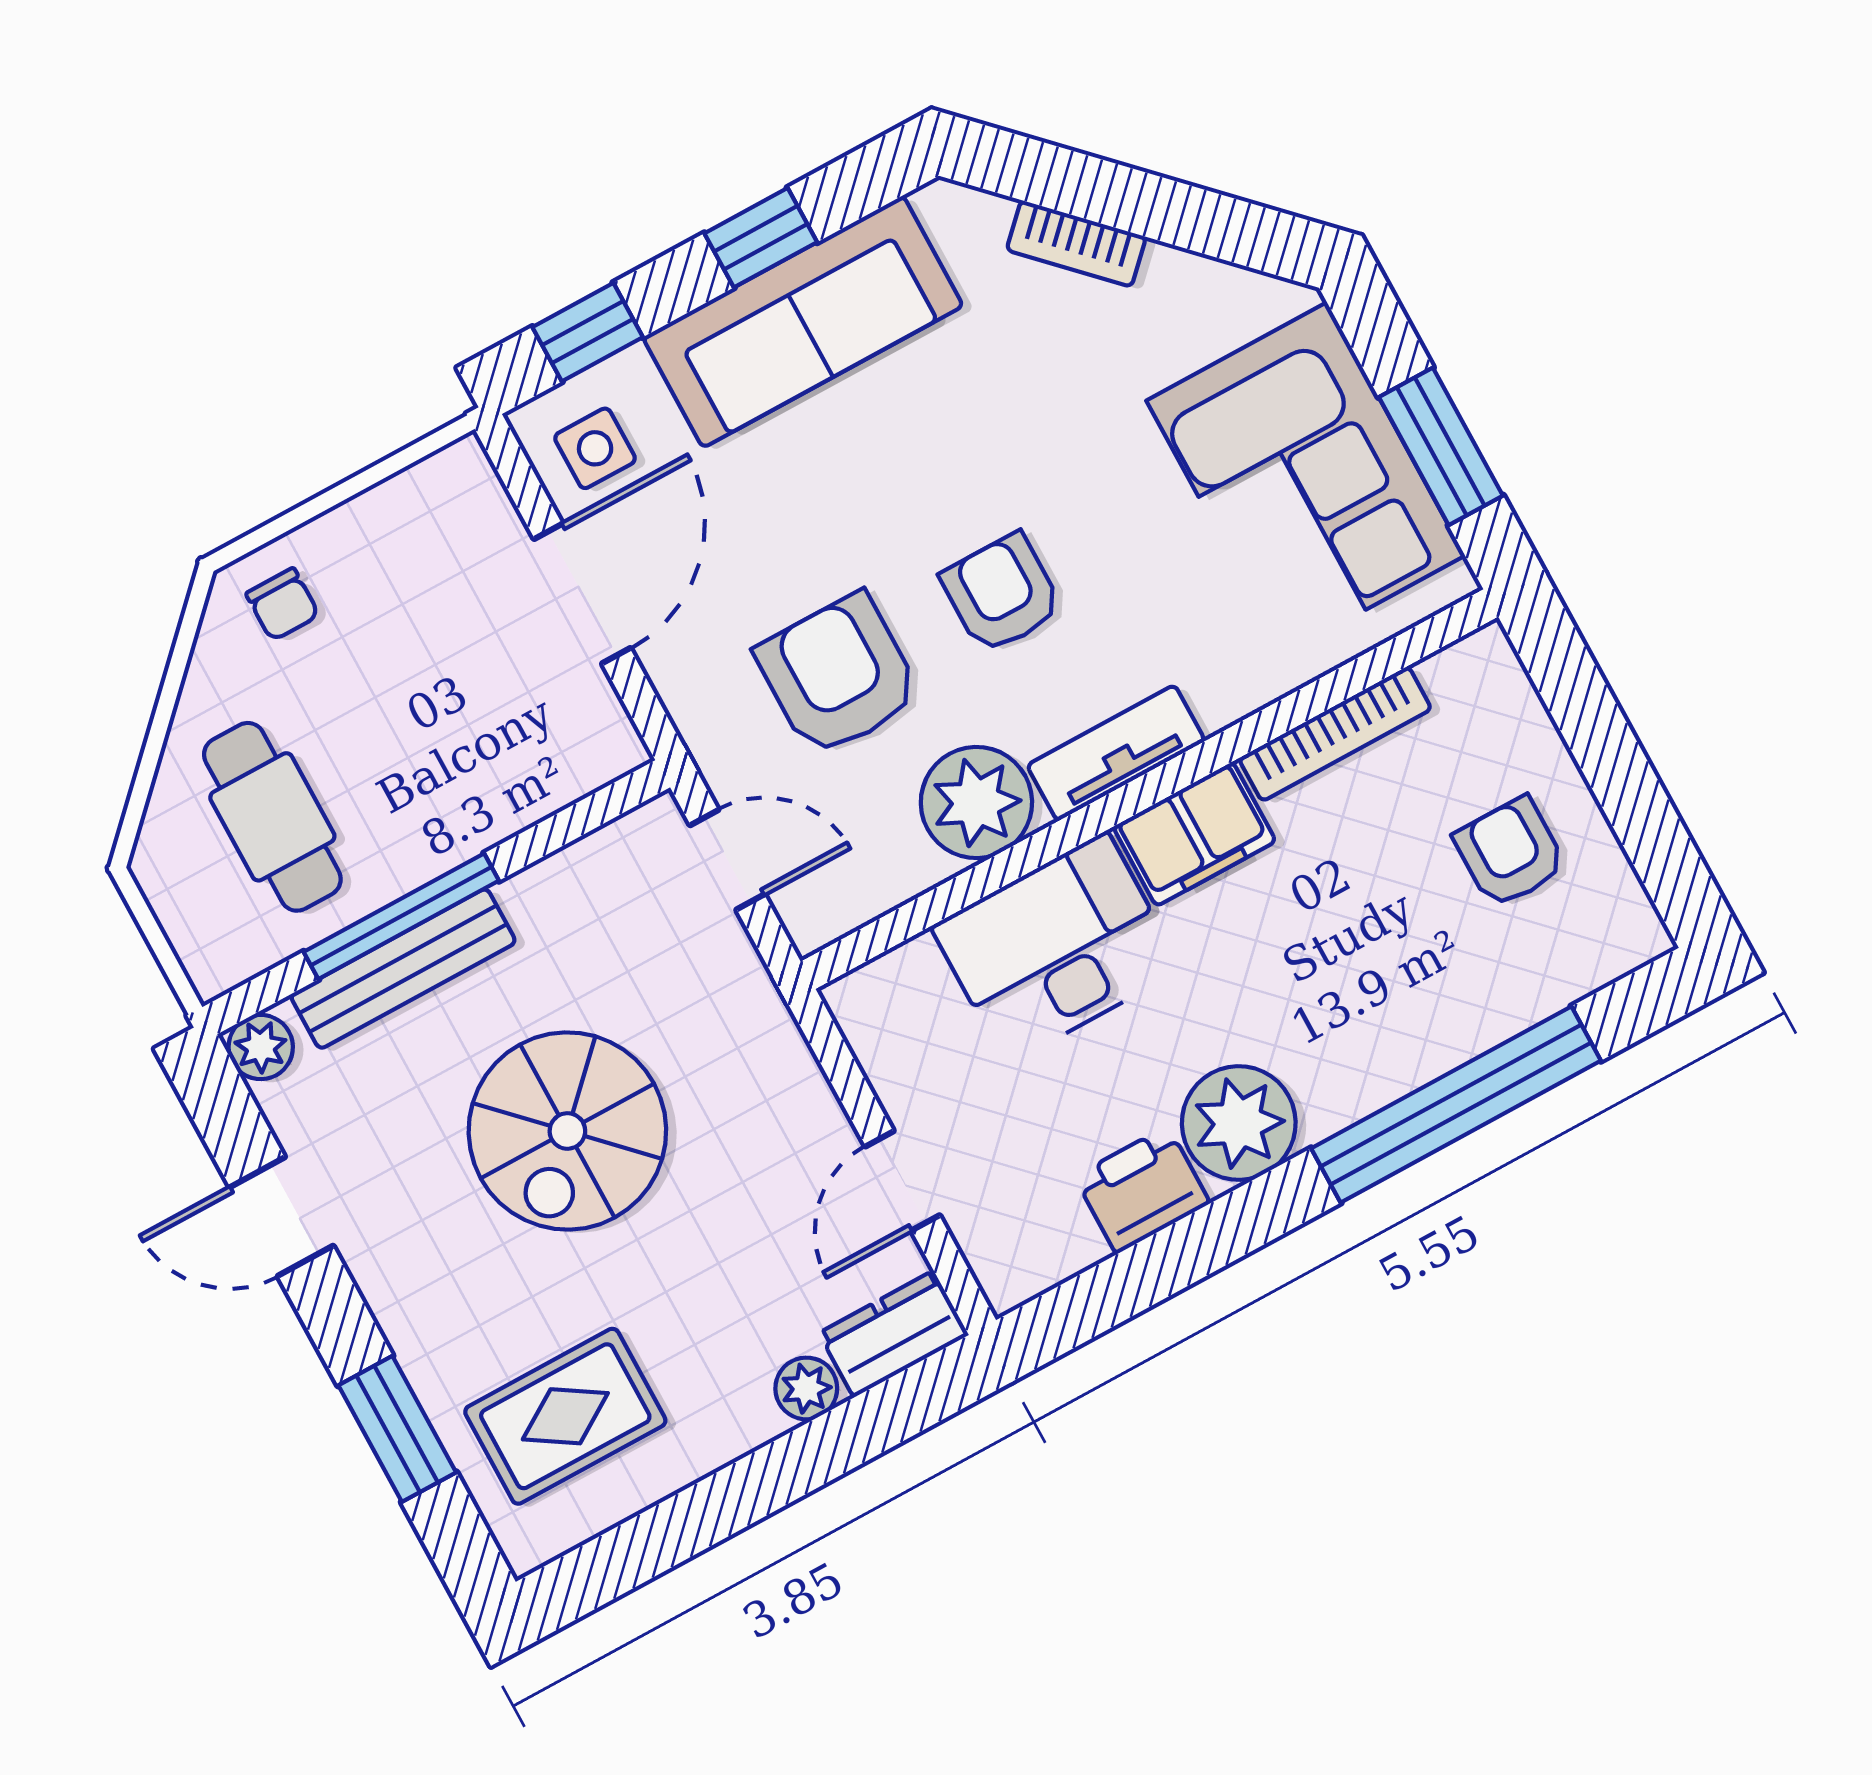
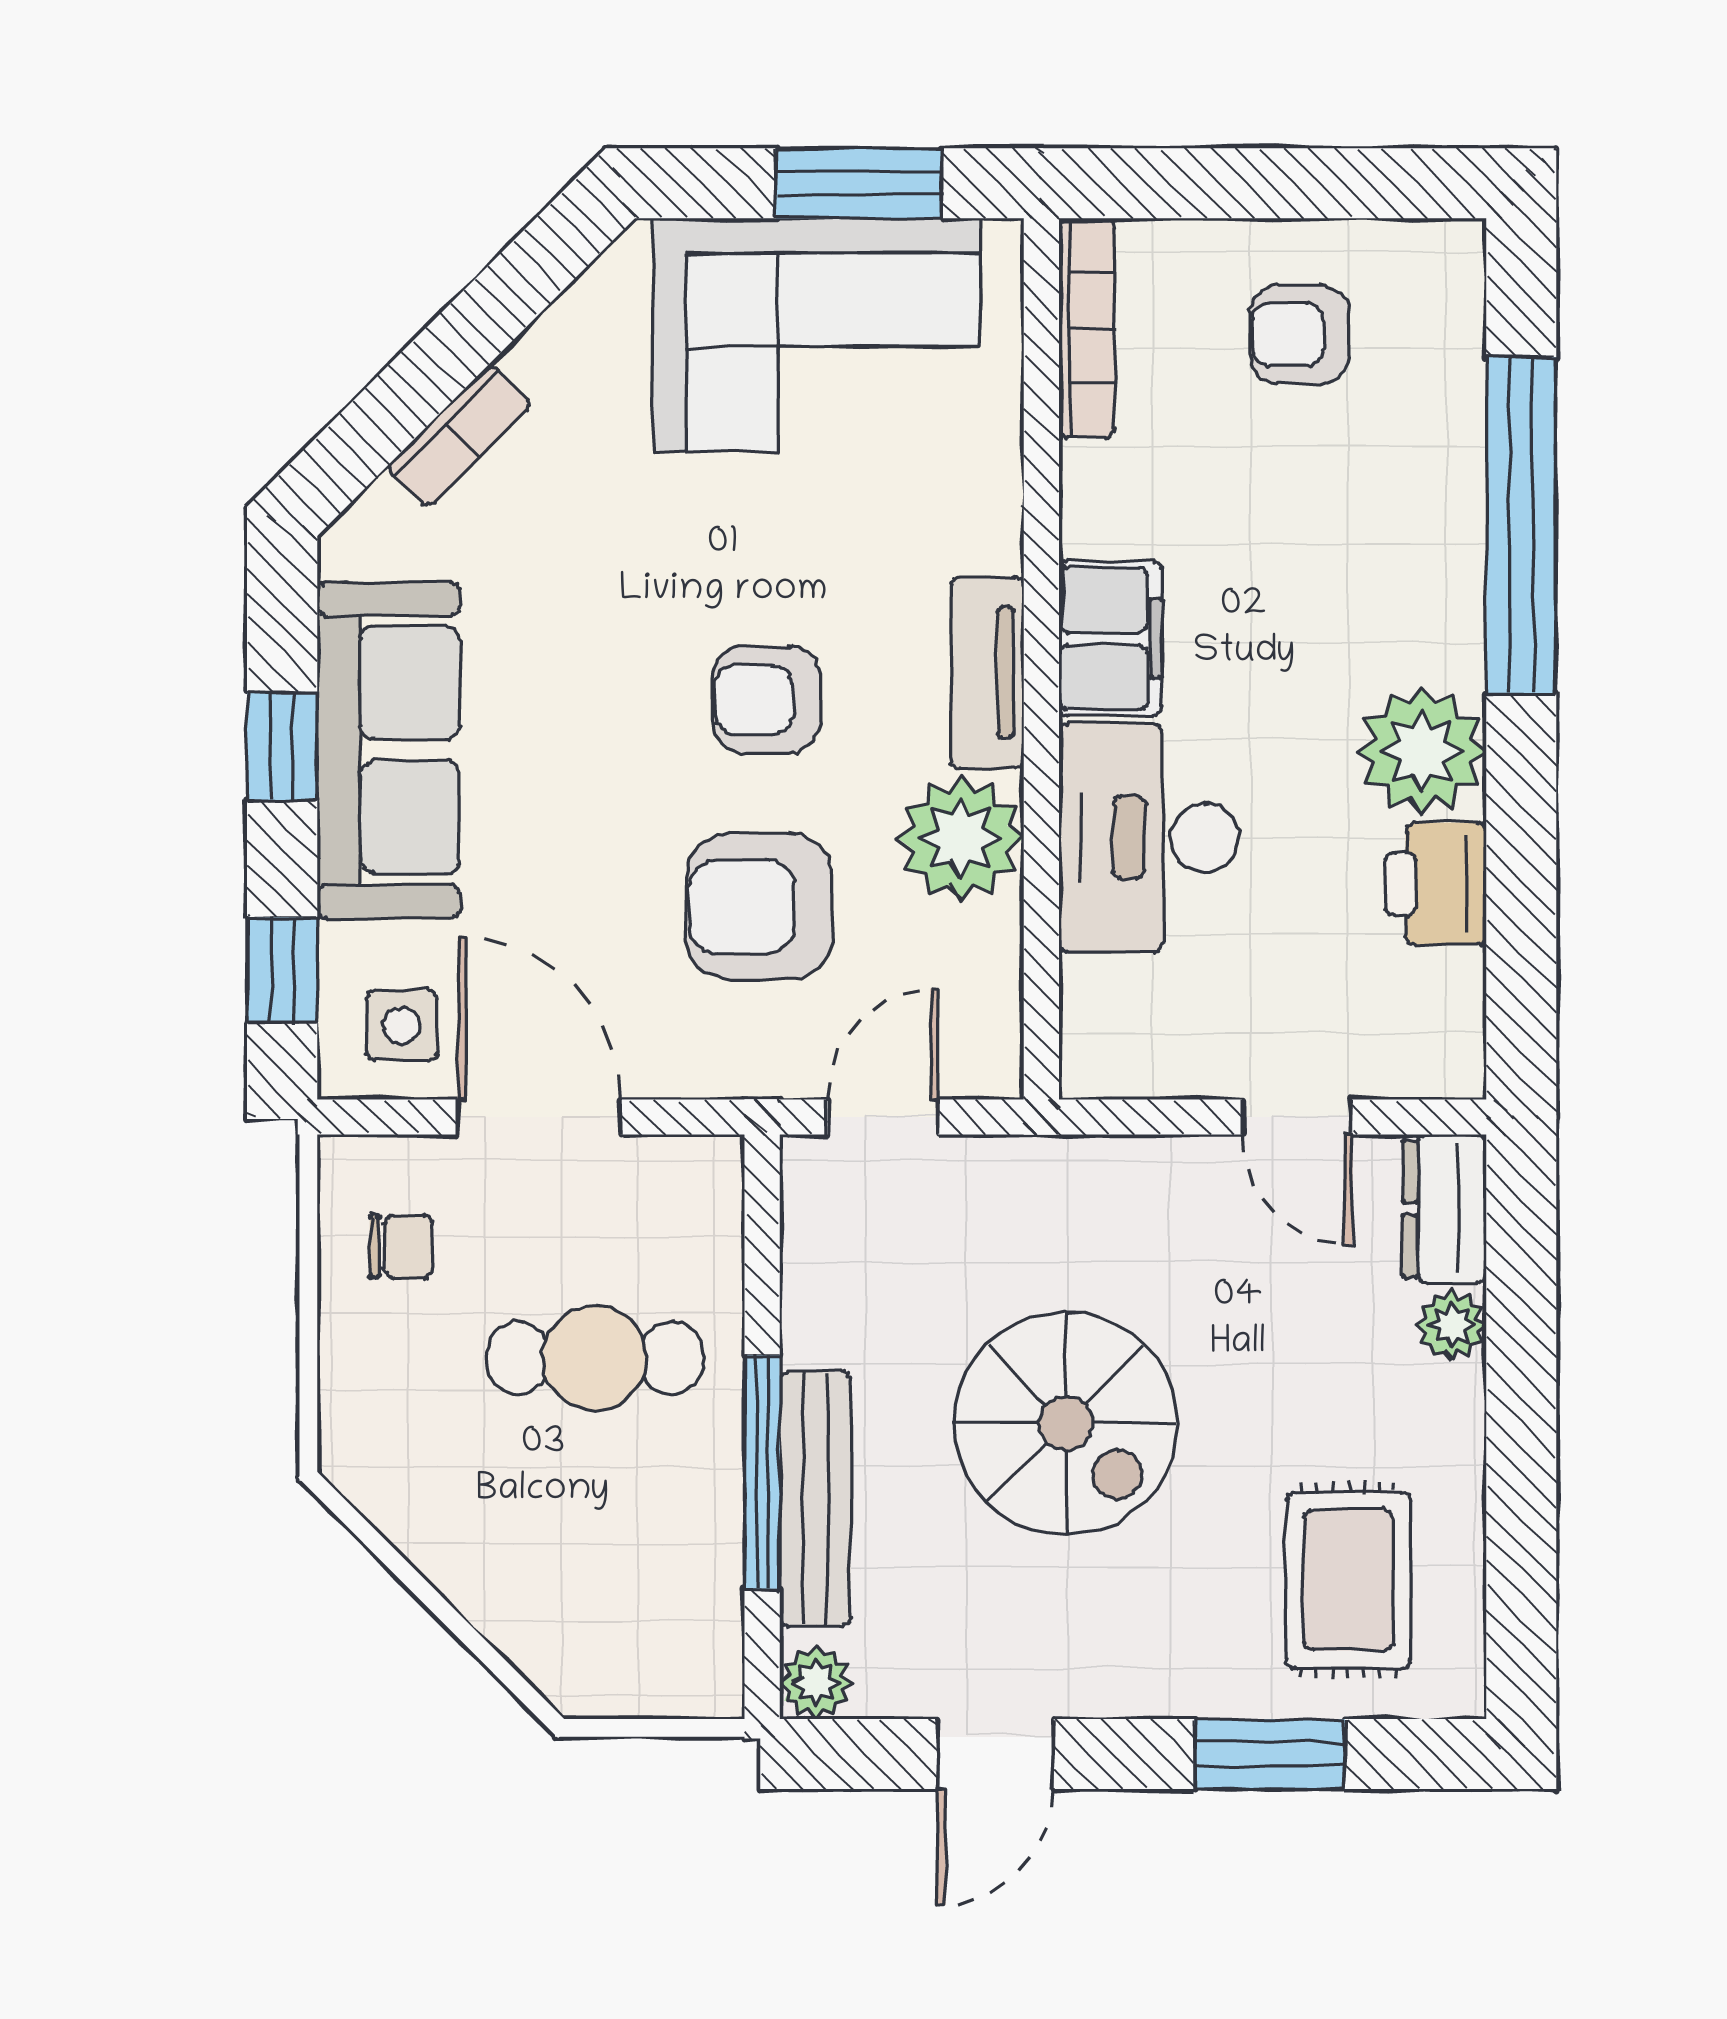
chair: (283, 604) -> (401, 1246), moved
bookcase: (1335, 734) -> (1087, 328), moved
cafe table: (272, 817) -> (595, 1358), moved

